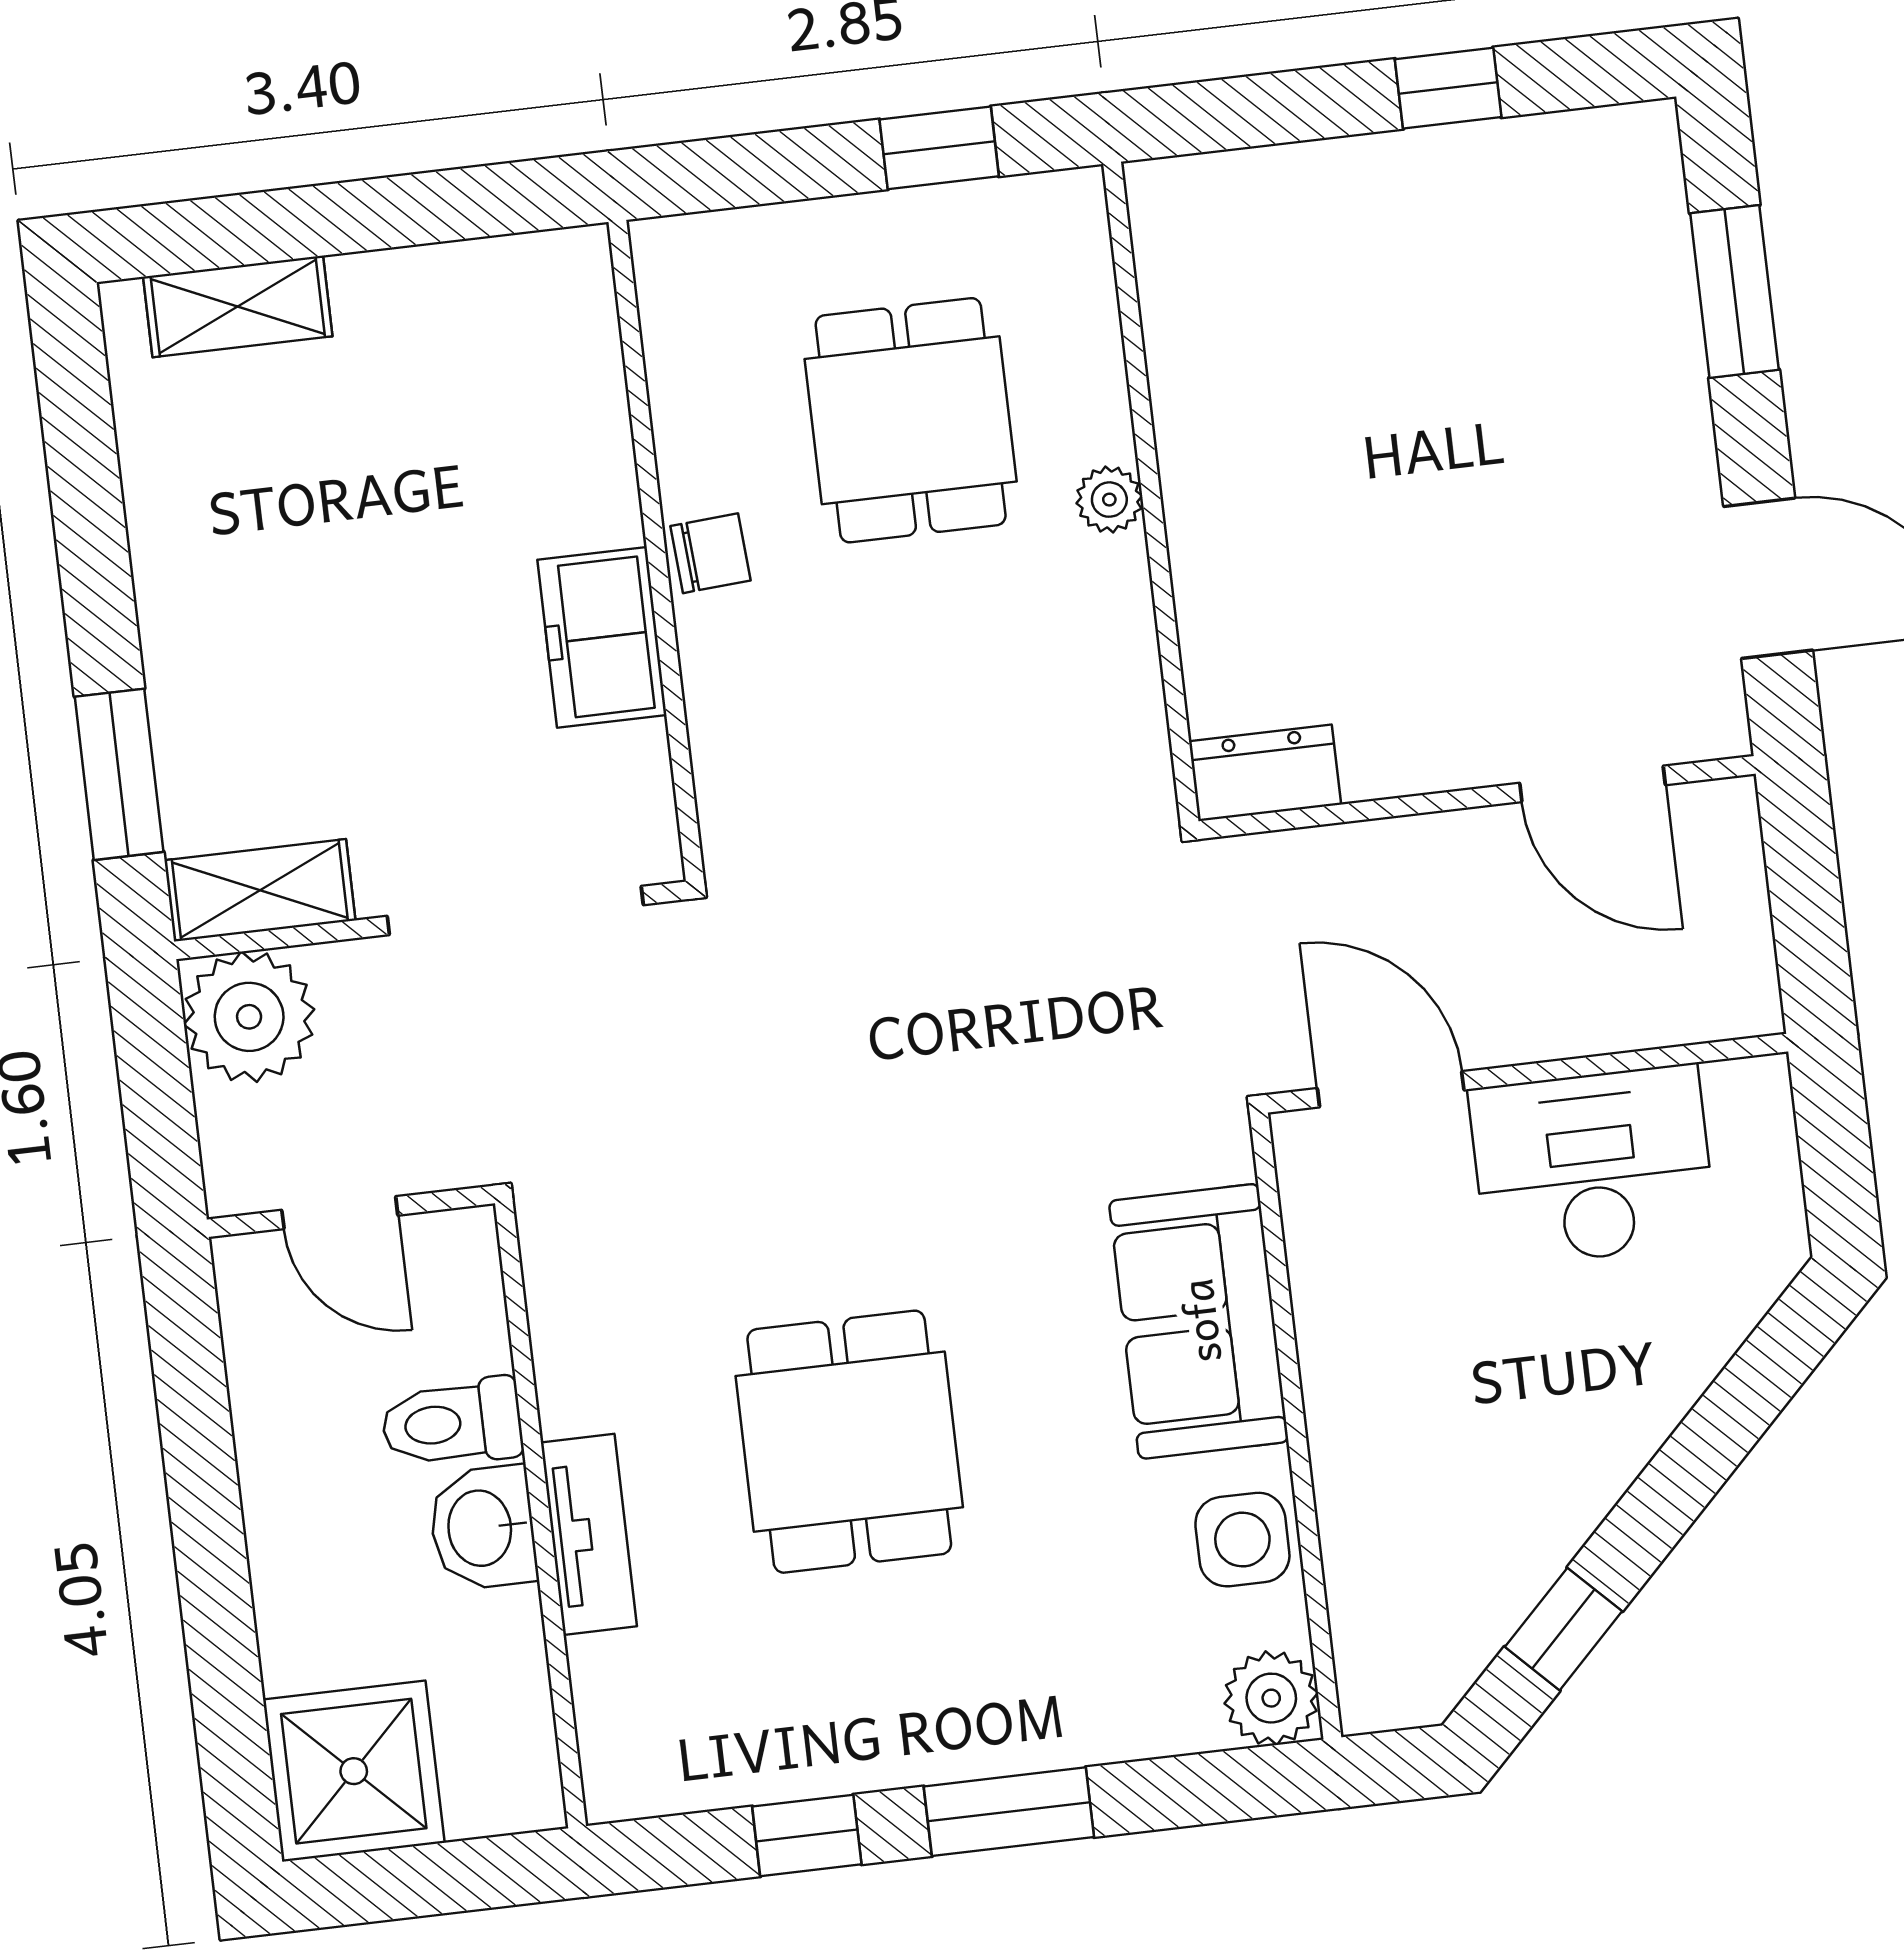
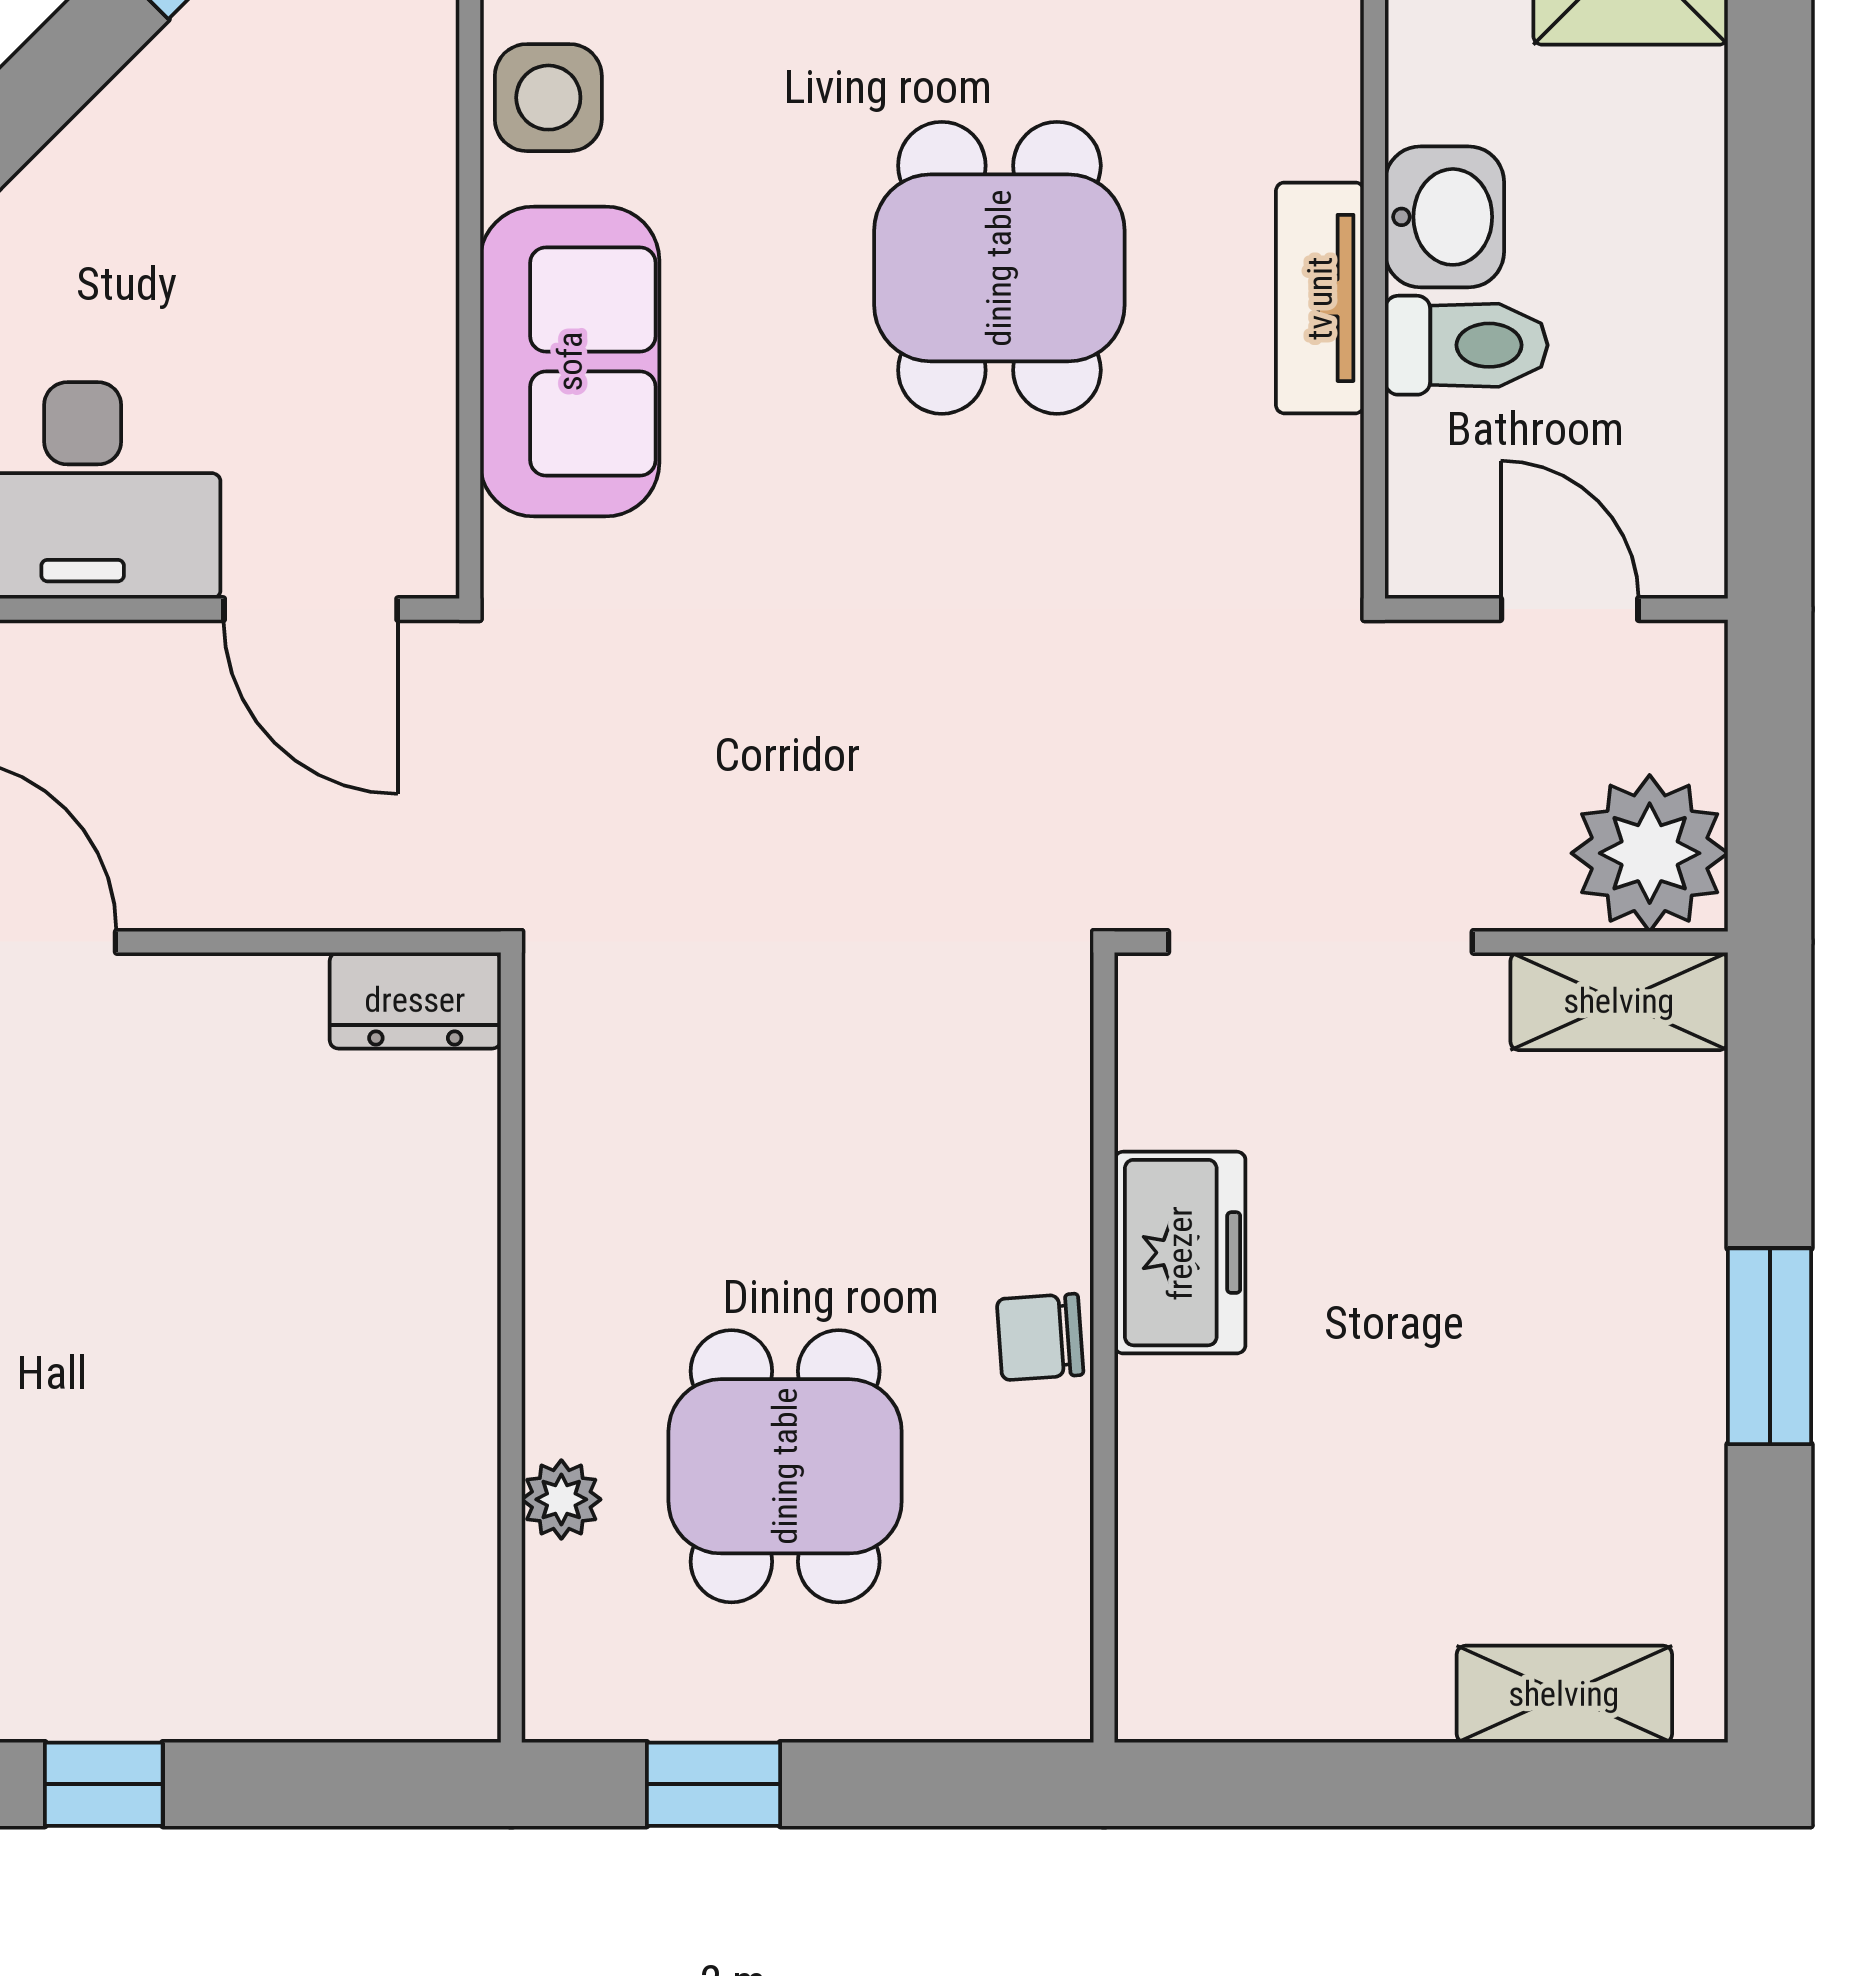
plant: (1109, 500) -> (561, 1499), moved
window: (119, 774) -> (1770, 1346), moved
tv unit: (589, 1534) -> (1320, 298), moved

